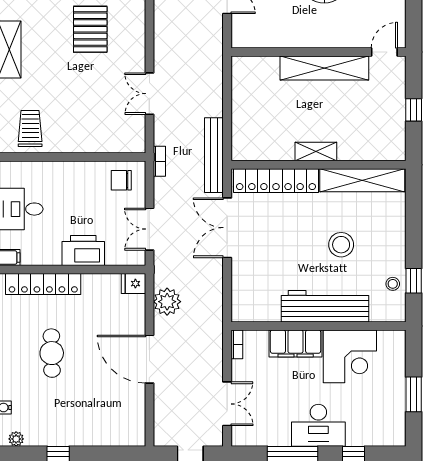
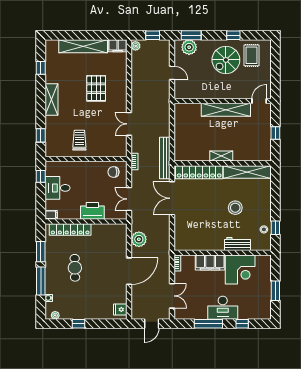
trolley: (30, 128) -> (79, 140), moved
fridge: (134, 284) -> (120, 310), moved
workbench: (325, 306) -> (238, 244), width x0.53, depth x0.76
door: (149, 359) -> (129, 271), swing flipped

